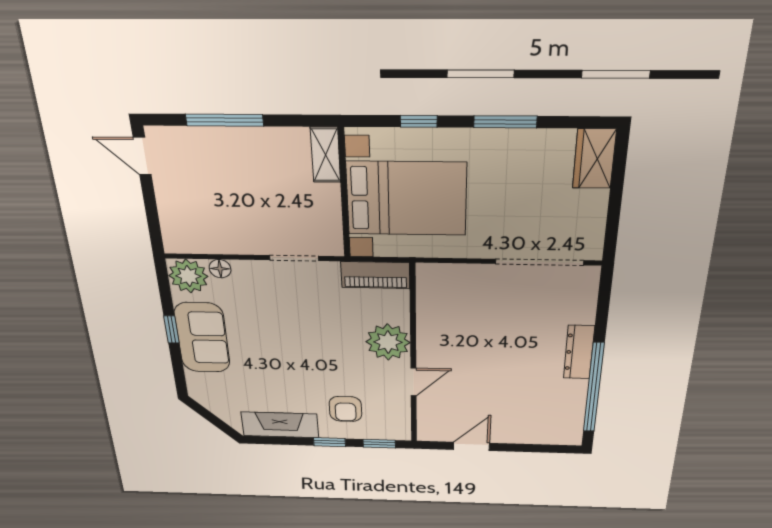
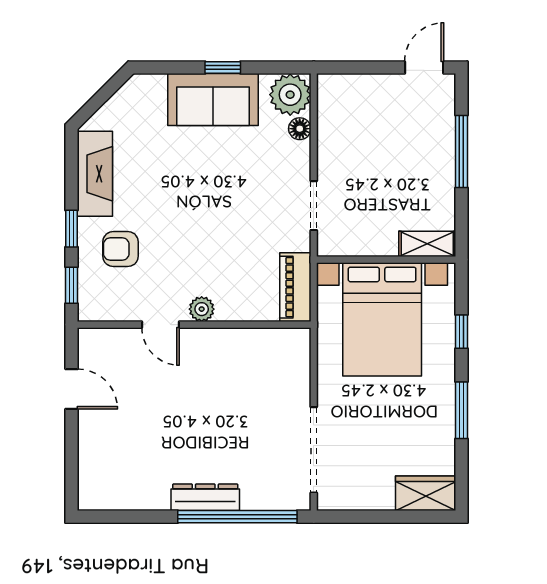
plant: (388, 342) -> (202, 309), width x0.53, depth x0.53
window: (594, 388) -> (237, 517), moved

